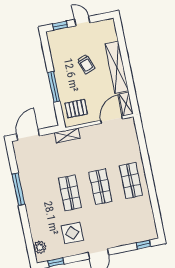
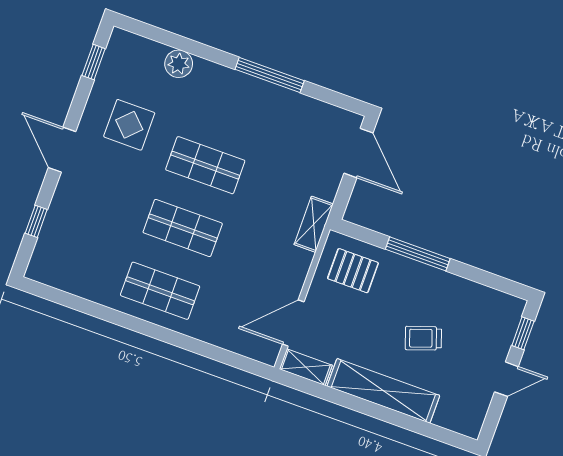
pallet: (76, 109) -> (353, 271), turned 90
door: (112, 120) -> (293, 323), swing flipped
window: (143, 245) -> (36, 221), moved
plant: (40, 247) -> (179, 64), moved

